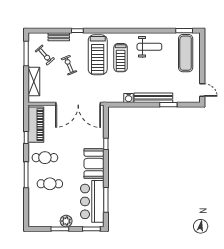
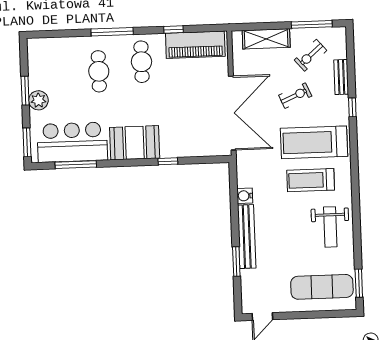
double door: (78, 104) -> (232, 113), swing flipped

